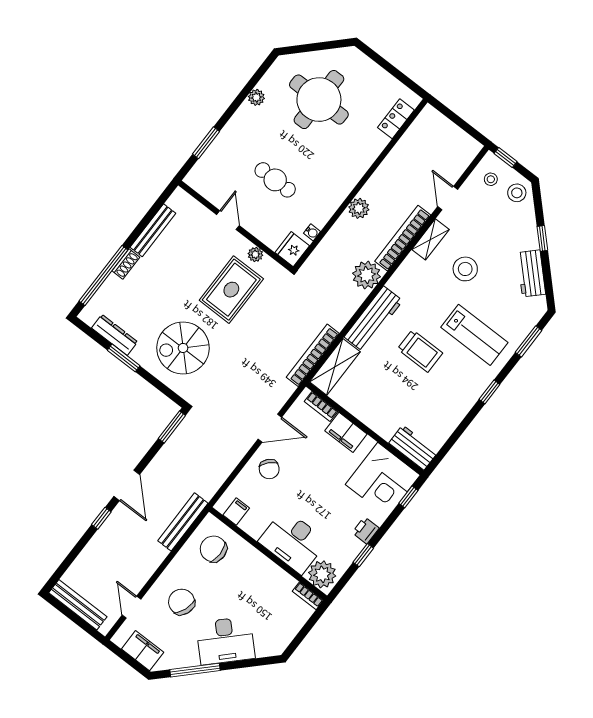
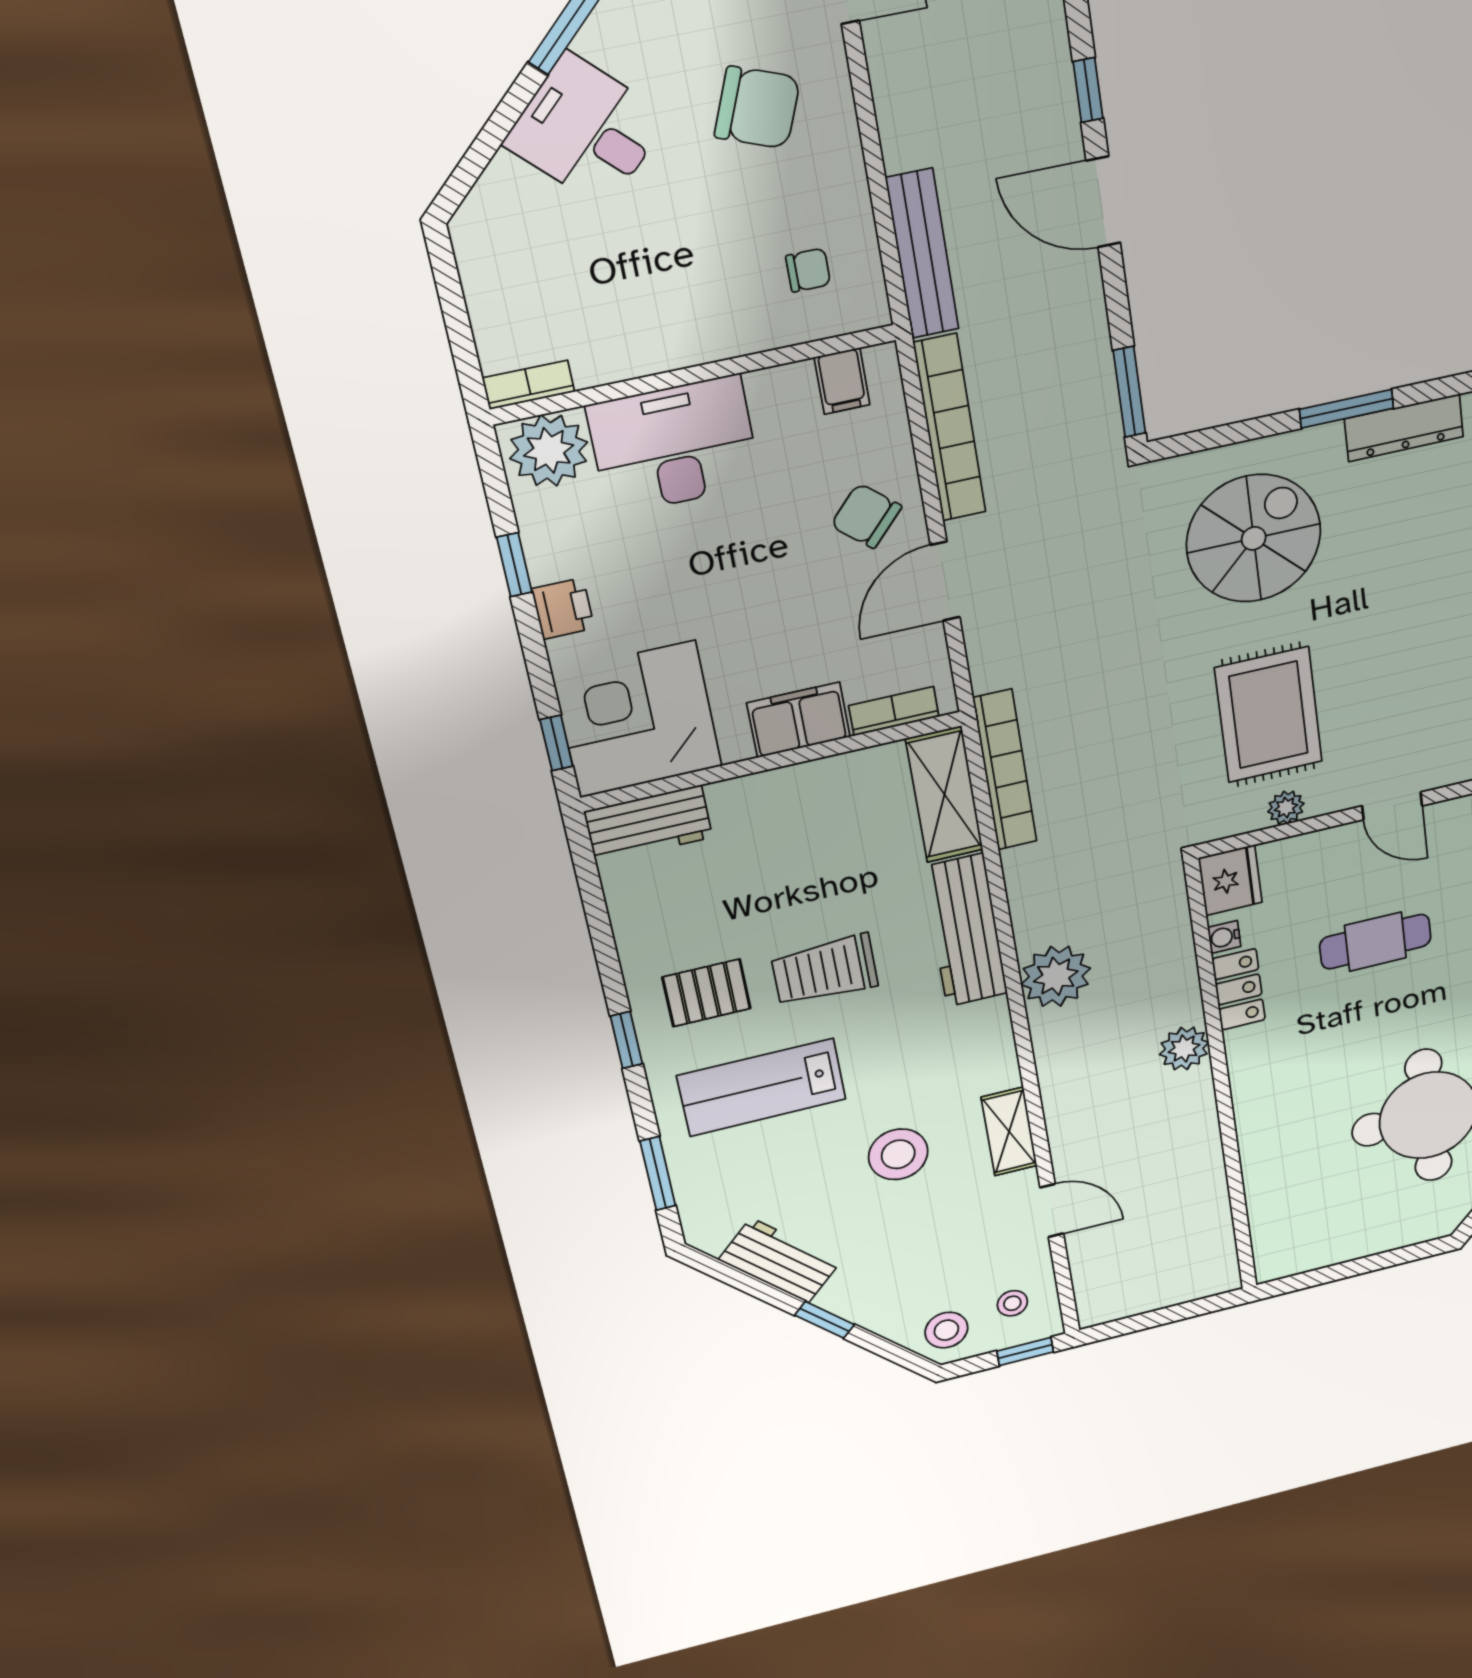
locker: (396, 119) -> (1239, 989), moved
bookcase: (403, 238) -> (950, 428), moved
pallet: (455, 381) -> (706, 993), added
chair: (213, 549) -> (808, 270), width x0.54, depth x0.54
desk: (225, 641) -> (587, 131), width x0.73

